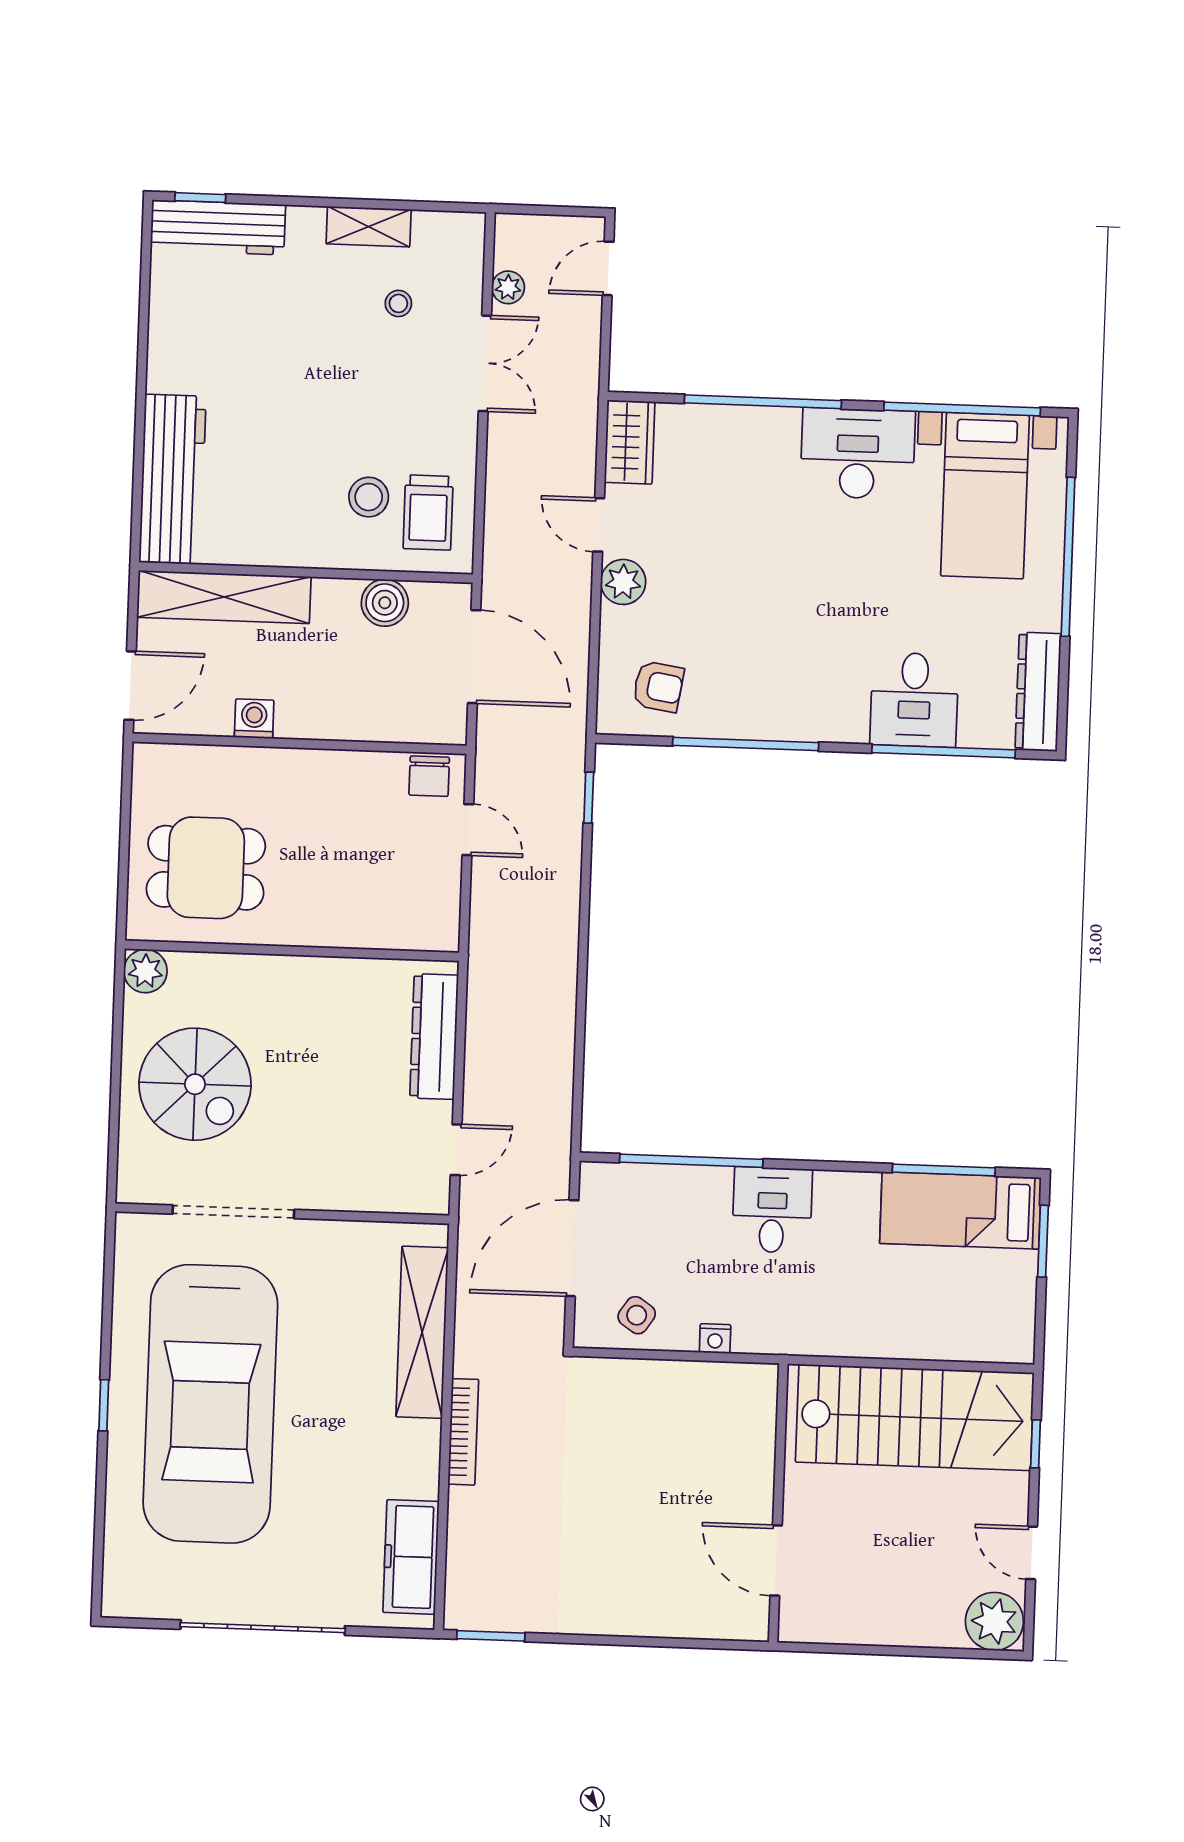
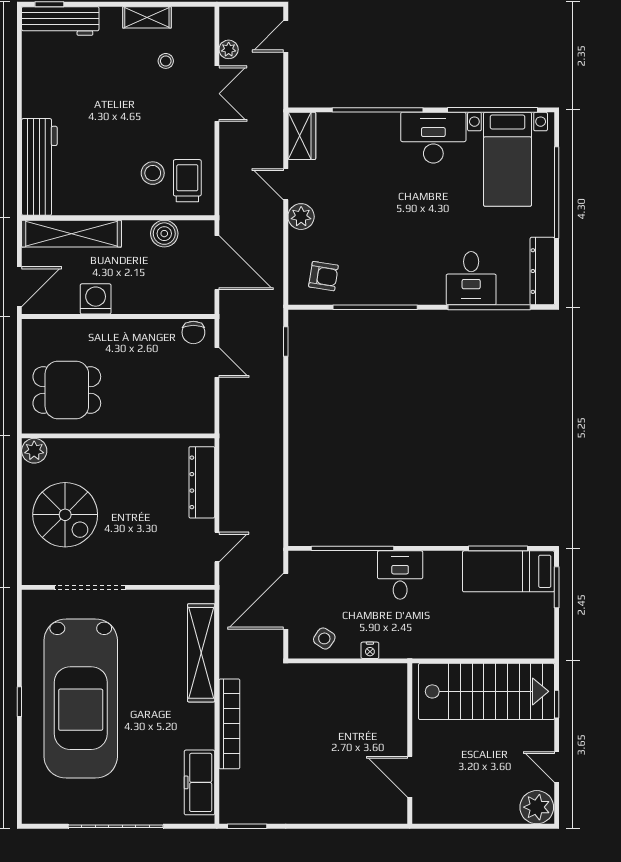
trolley: (428, 513) -> (187, 181), turned 180
washing machine: (254, 719) -> (96, 299), width x1.38, depth x1.38
bookcase: (463, 1432) -> (229, 724), width x1.48, depth x1.31

